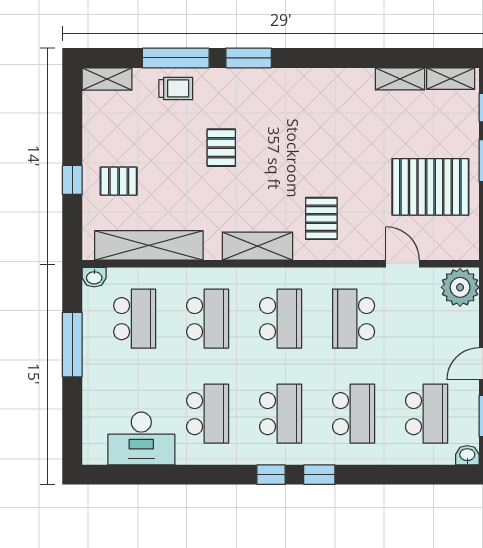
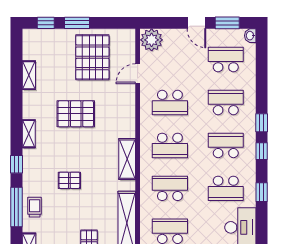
window: (249, 58) -> (17, 164), width x0.67
shelving: (451, 79) -> (29, 134), moved
pallet: (321, 218) -> (76, 114), moved, width x1.50, depth x1.42
school desk: (281, 319) -> (170, 145), turned 180
school desk: (208, 414) -> (226, 188), turned 180
window: (201, 475) -> (262, 192), added

